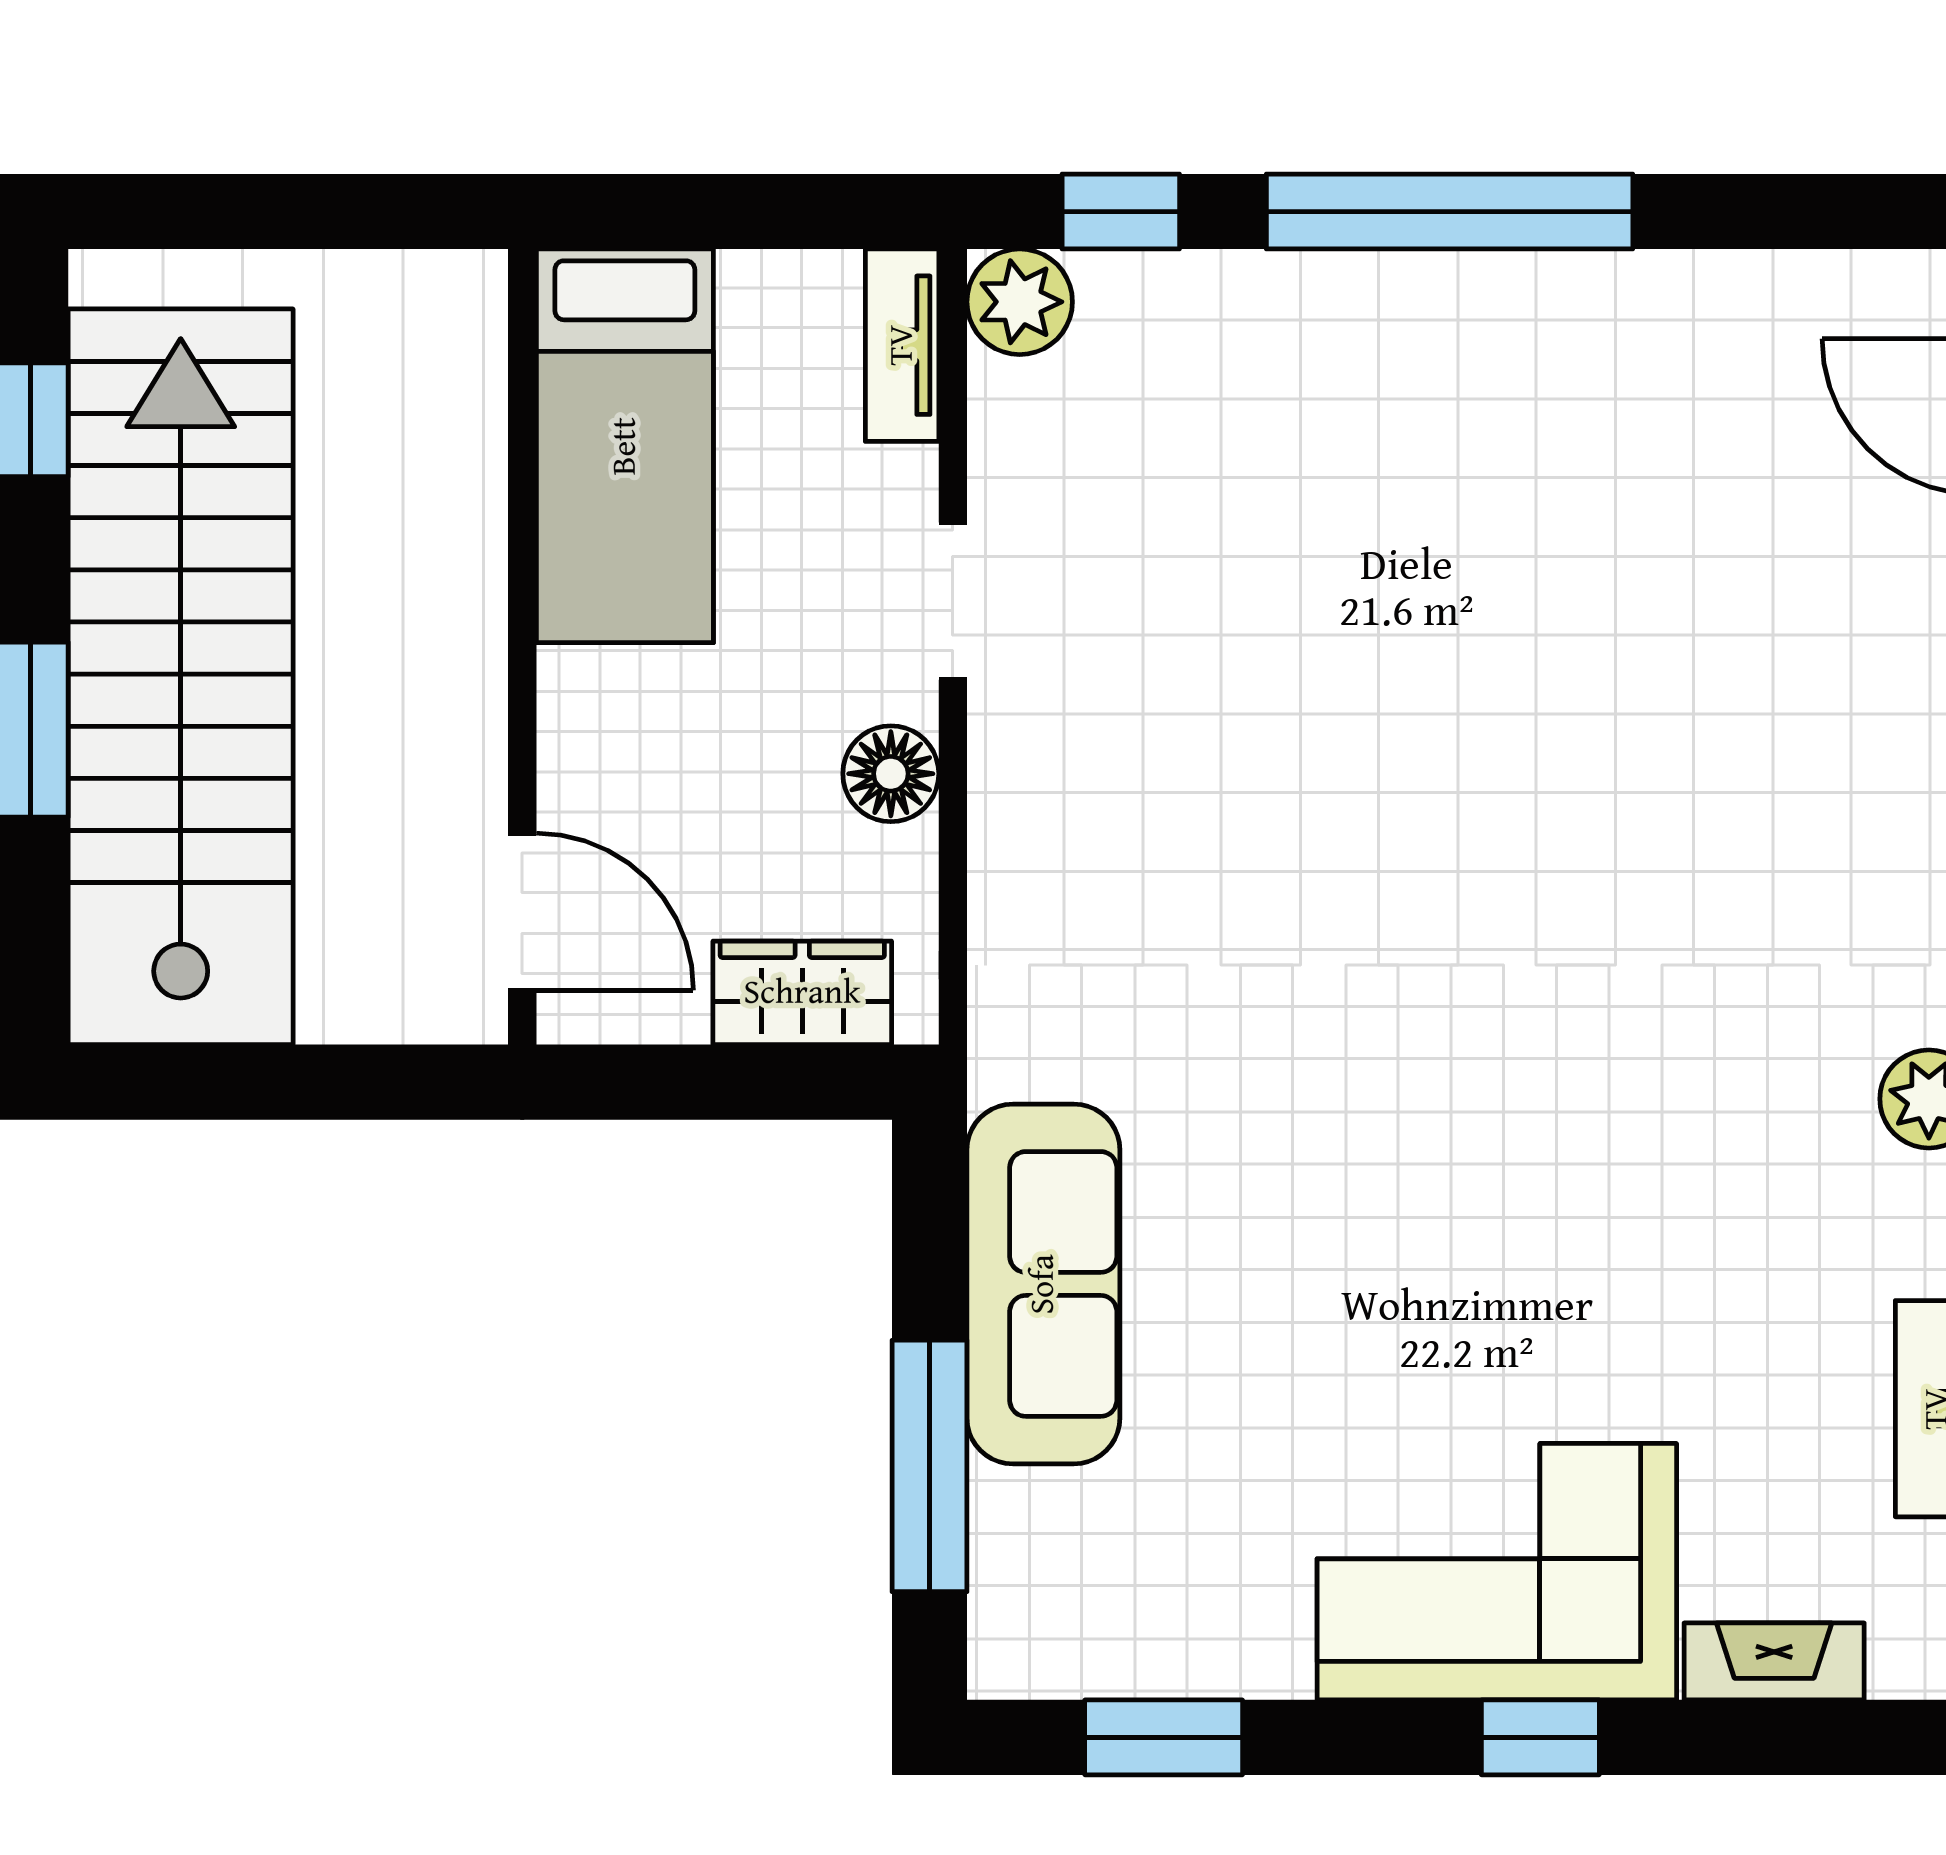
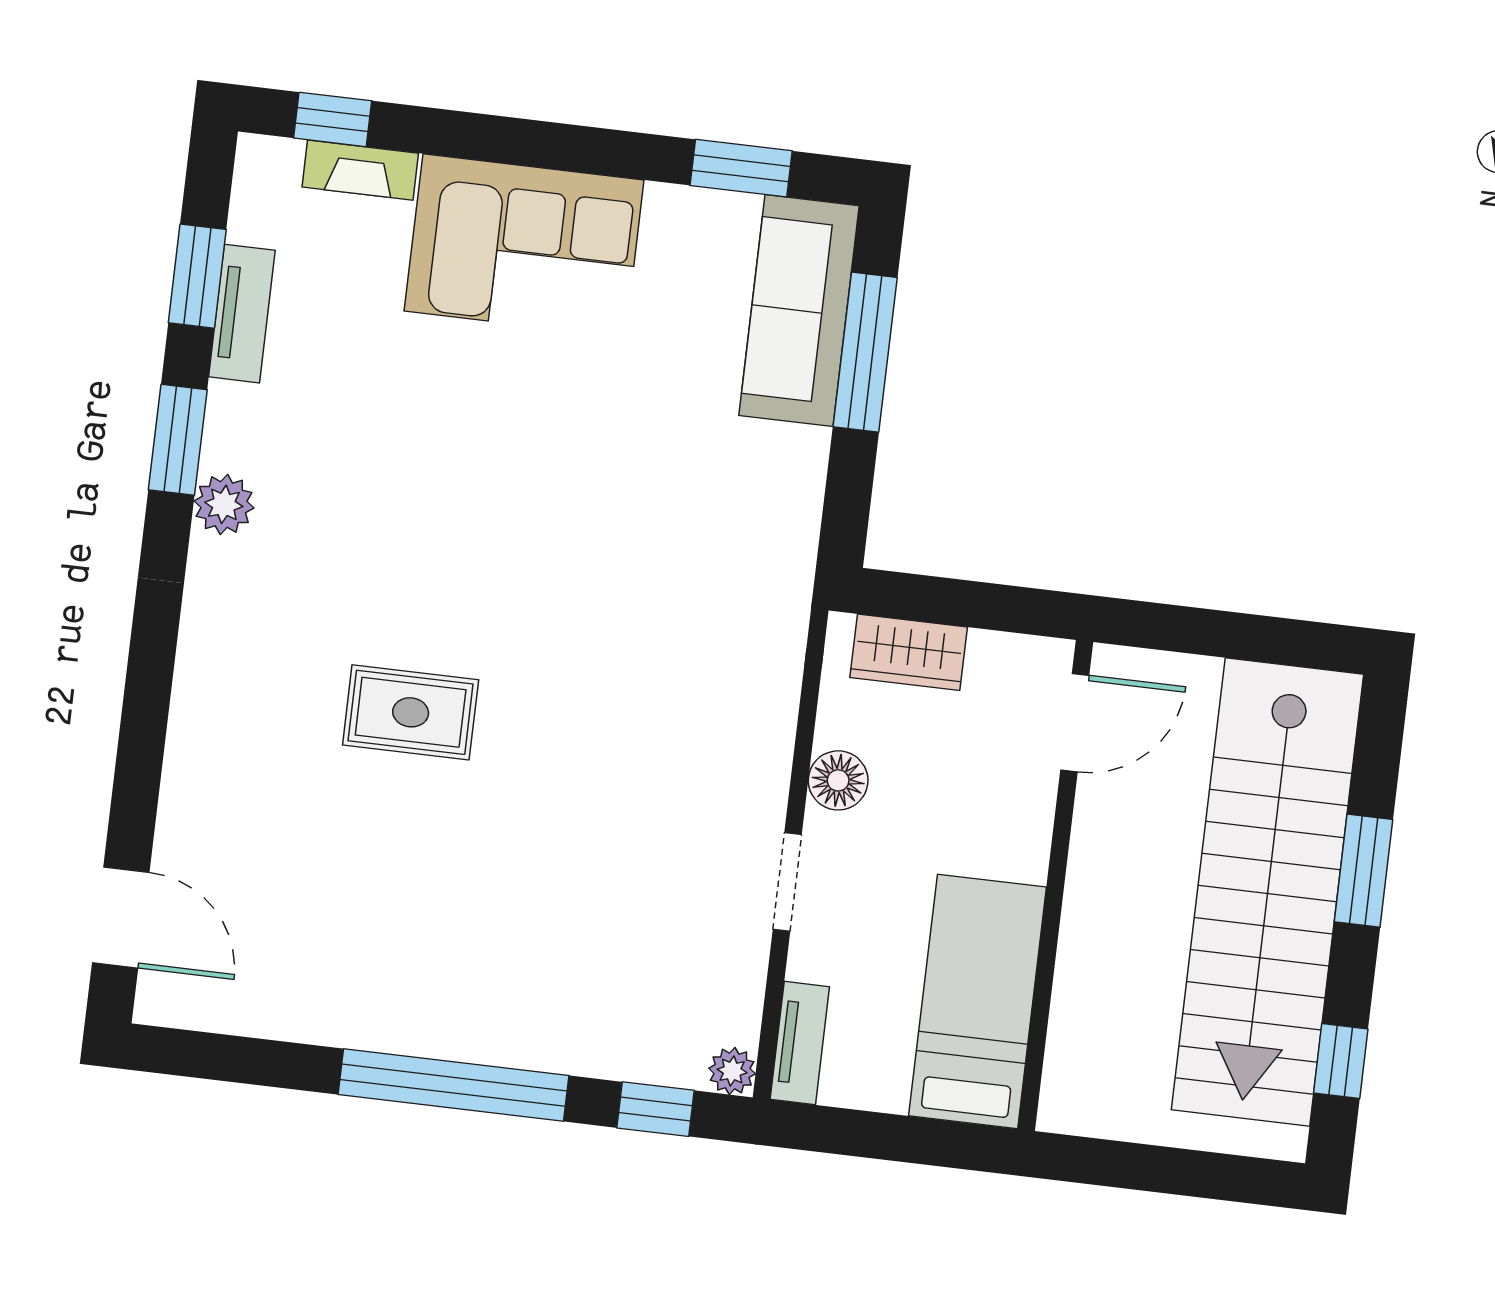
plant: (1020, 302) -> (732, 1071), width x0.73, depth x0.73
rug: (1590, 801) -> (411, 712), added
door: (522, 912) -> (1075, 723), swing flipped
sofa: (1043, 1284) -> (799, 311), moved
window: (1540, 1737) -> (333, 119), moved

